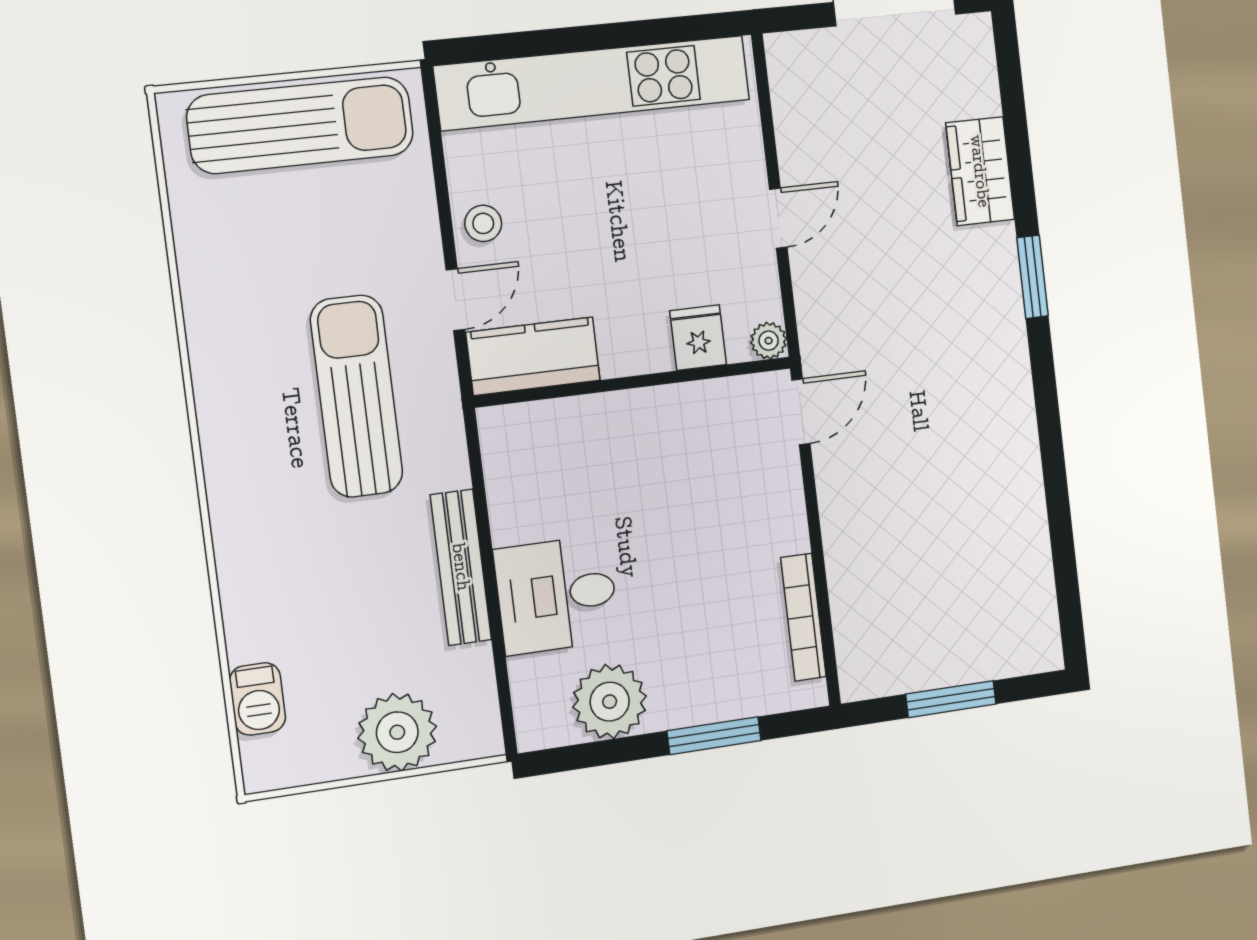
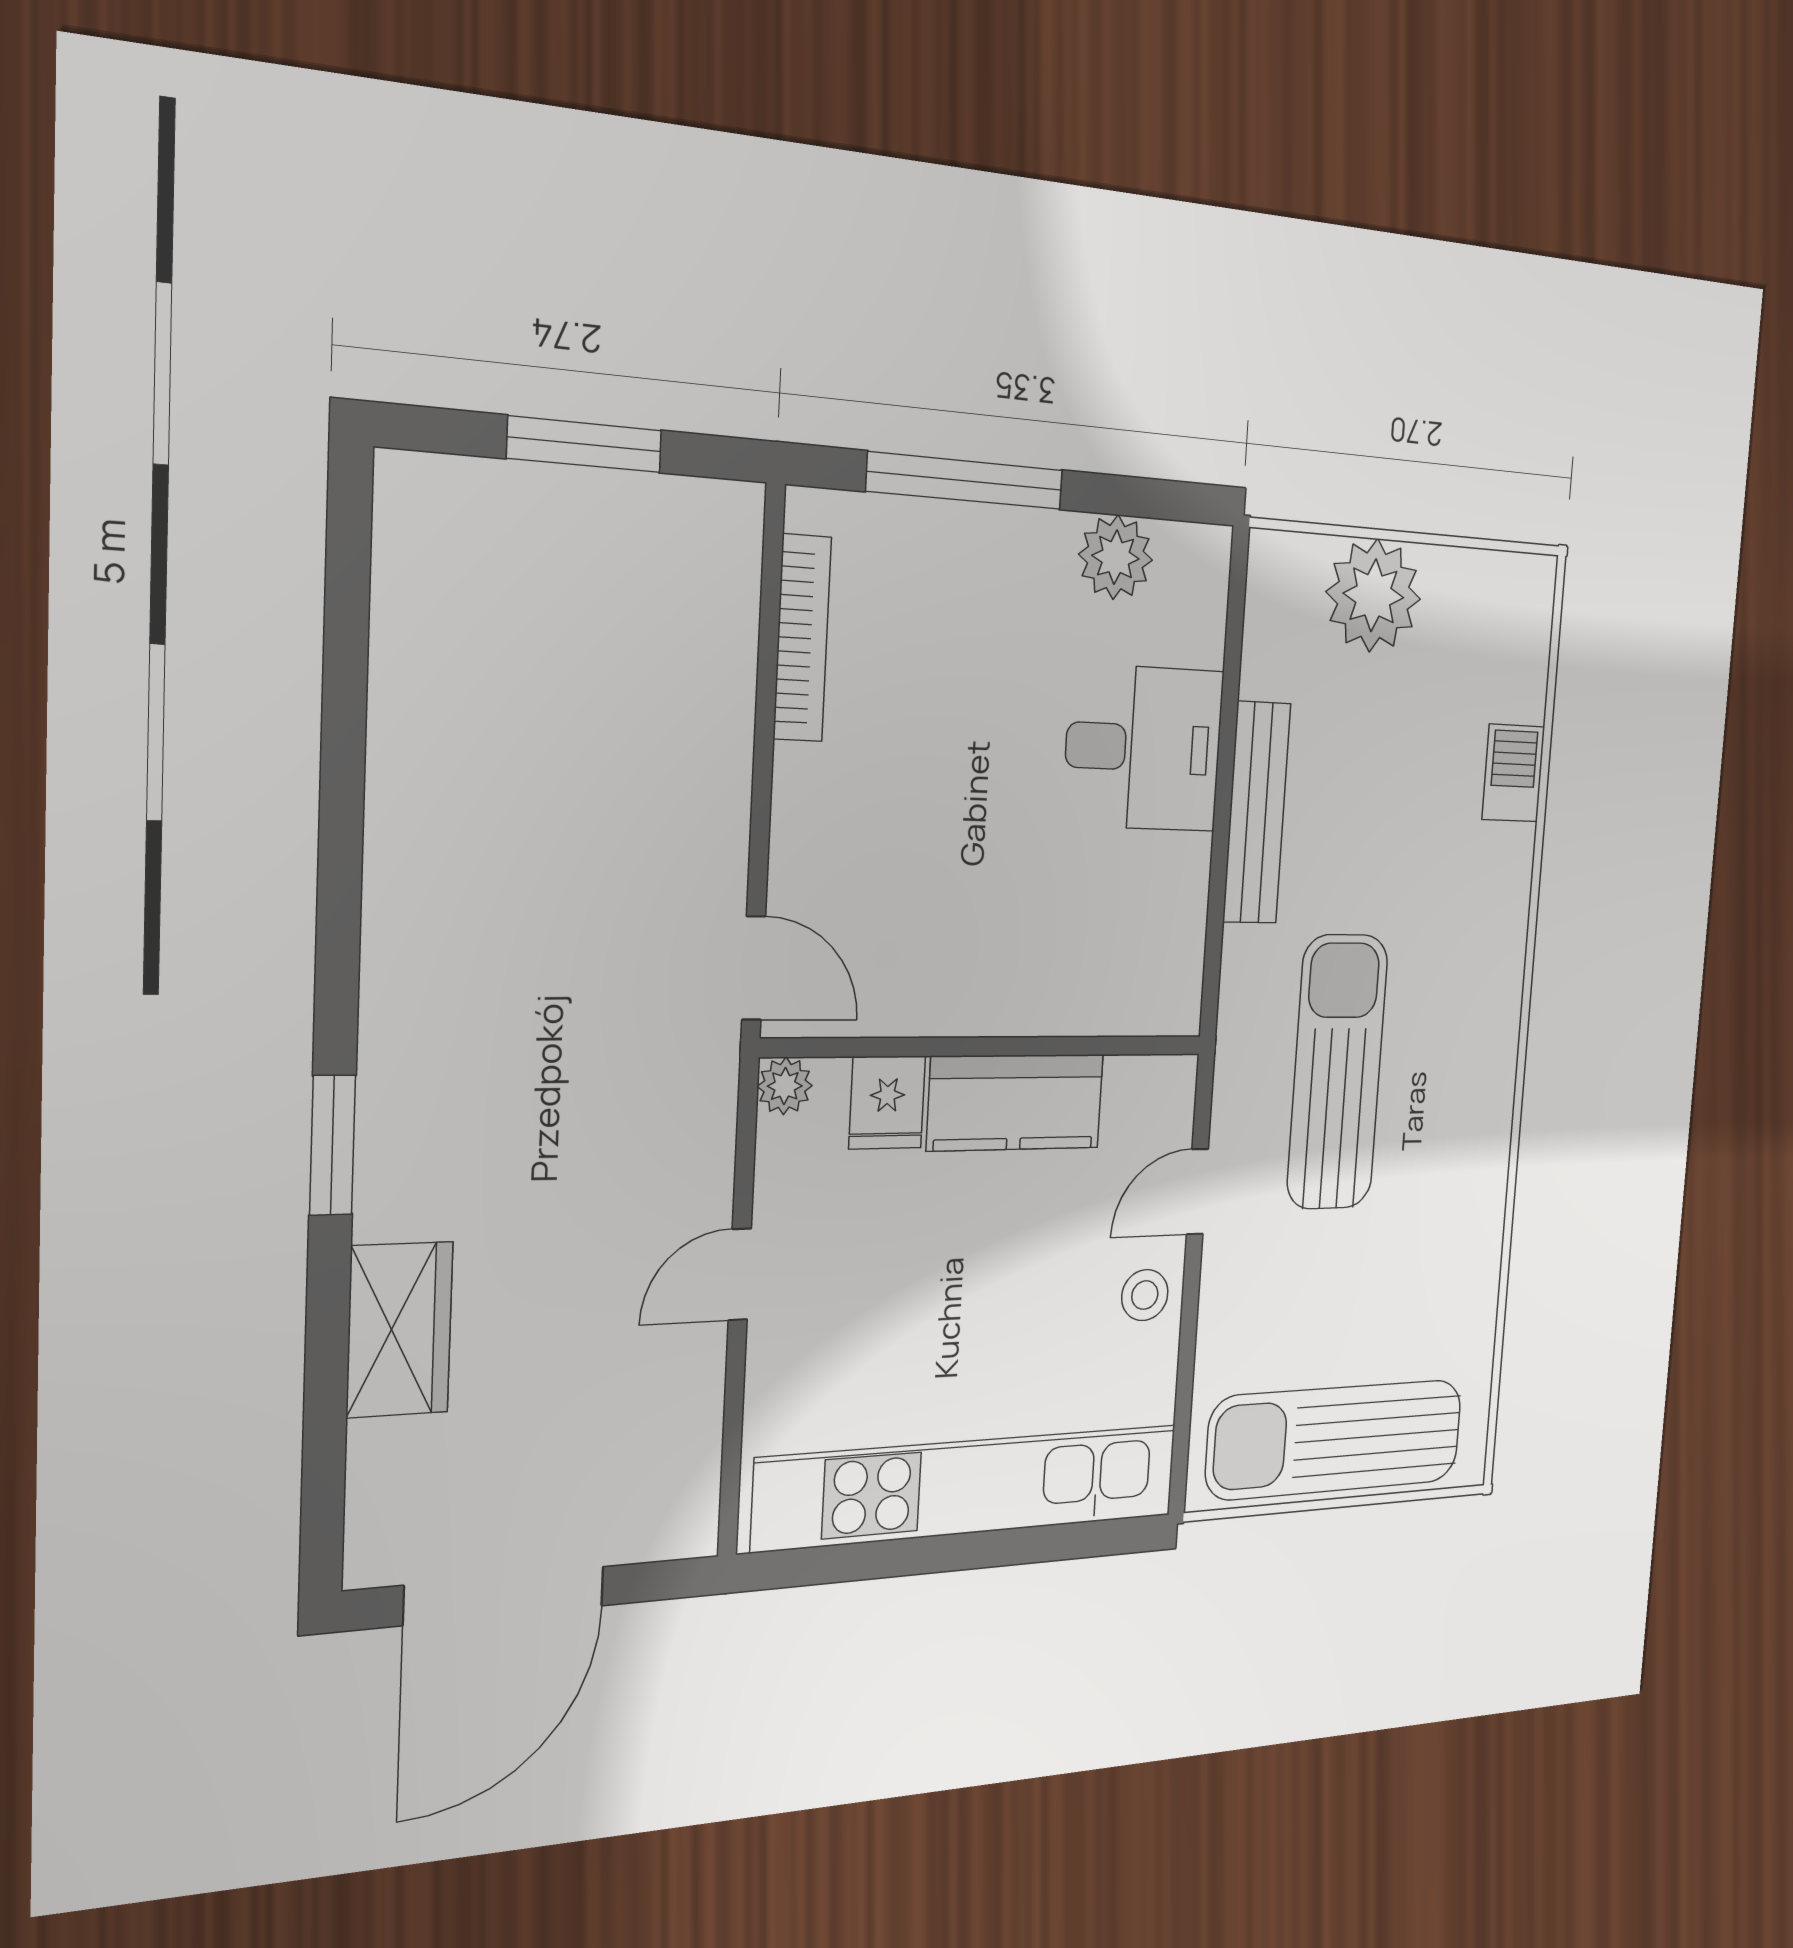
kitchen counter: (533, 356) -> (1016, 1102), moved
sun lounger: (357, 396) -> (1337, 1072), turned 180
door: (801, 412) -> (754, 968), swing flipped
barbecue: (258, 699) -> (1513, 773), moved
plant: (610, 702) -> (1116, 557), width x0.73, depth x0.73
window: (714, 736) -> (965, 481), width x1.44

